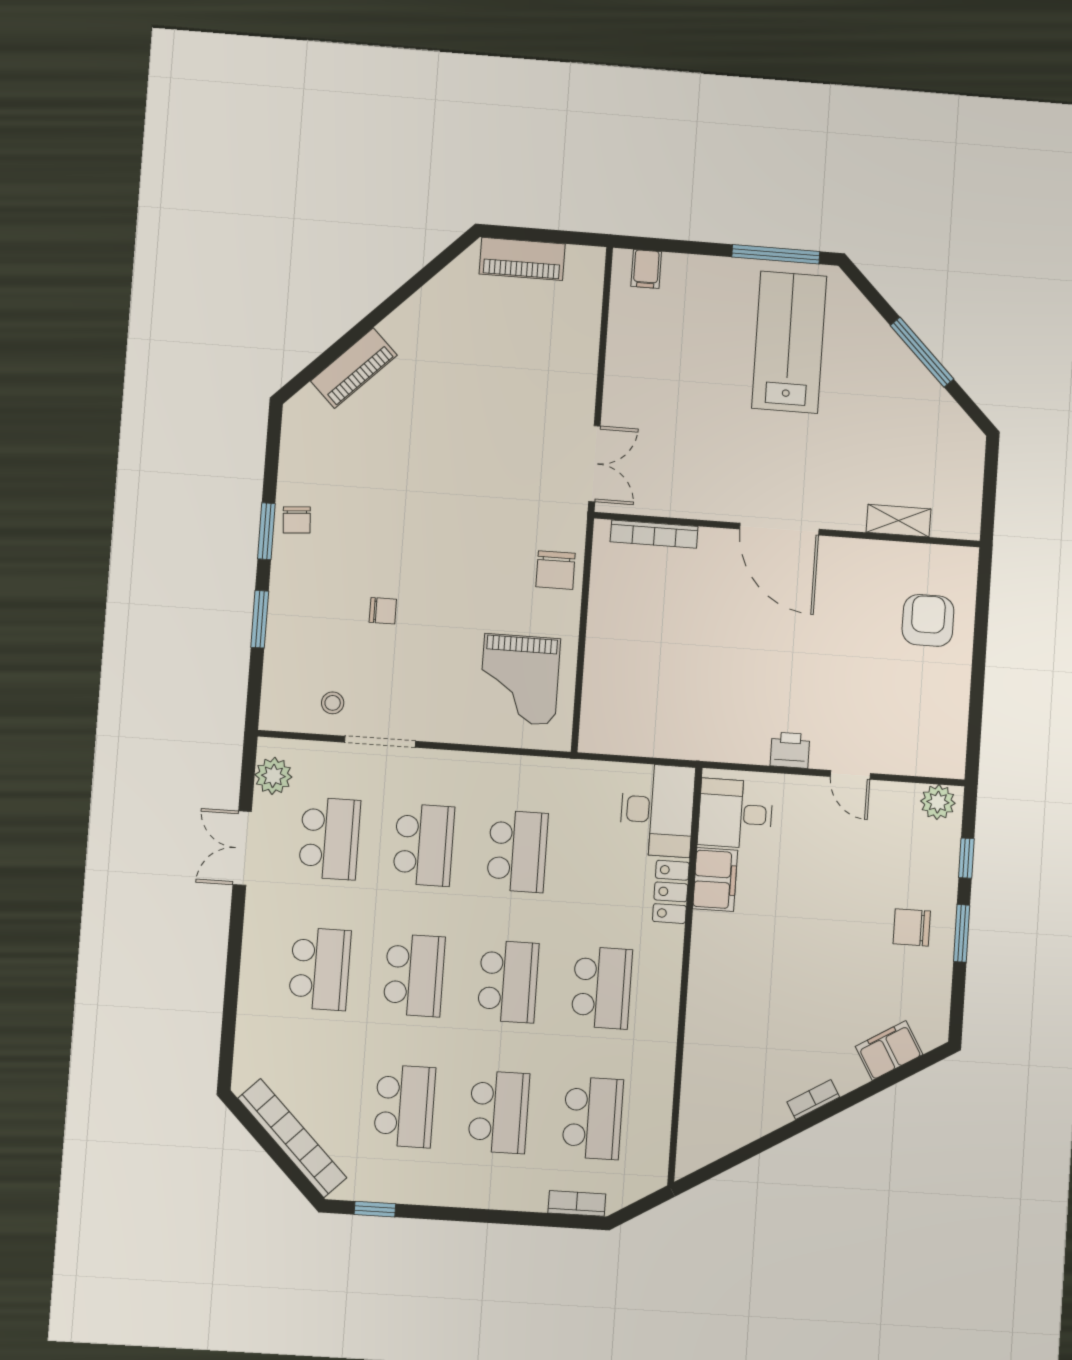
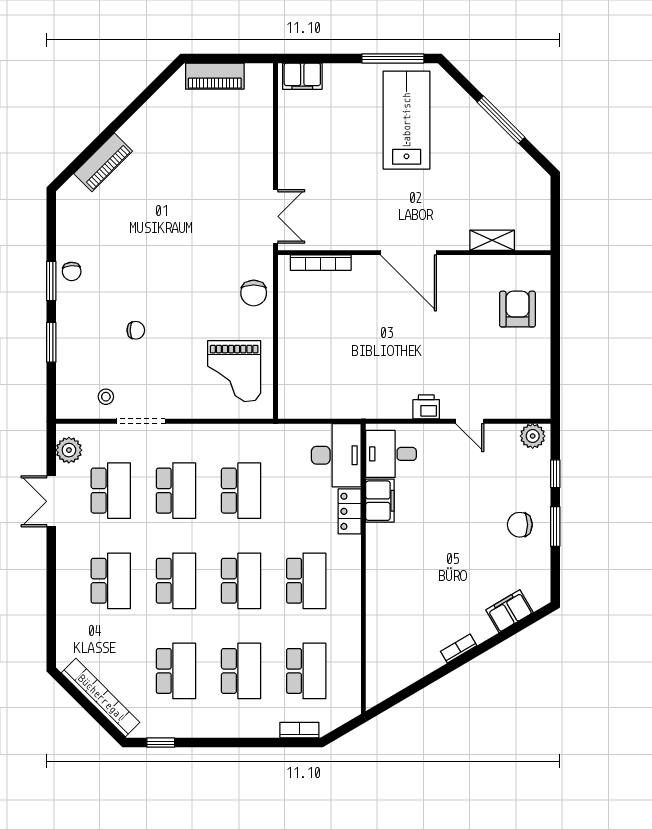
filing cabinet: (646, 269) -> (302, 76), width x2.00

